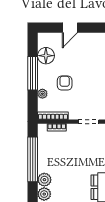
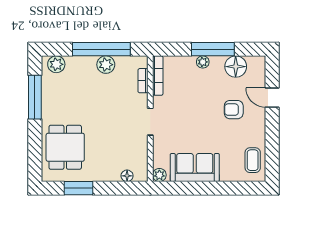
armchair: (65, 83) -> (234, 110), moved, turned 180
plant: (42, 94) -> (203, 62), moved
plant: (44, 180) -> (106, 65), moved

